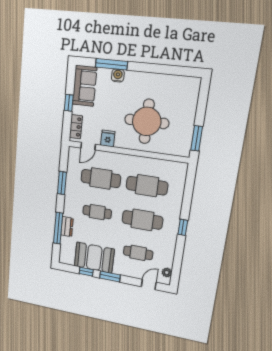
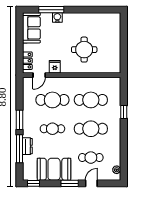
window: (69, 103) -> (19, 43), removed
round table: (147, 121) -> (84, 50), width x0.73, depth x0.73
window: (197, 138) -> (124, 58), removed
window: (62, 183) -> (19, 120), moved
window: (183, 227) -> (124, 112), moved
window: (86, 272) -> (33, 183), moved
door: (149, 284) -> (91, 183), moved

